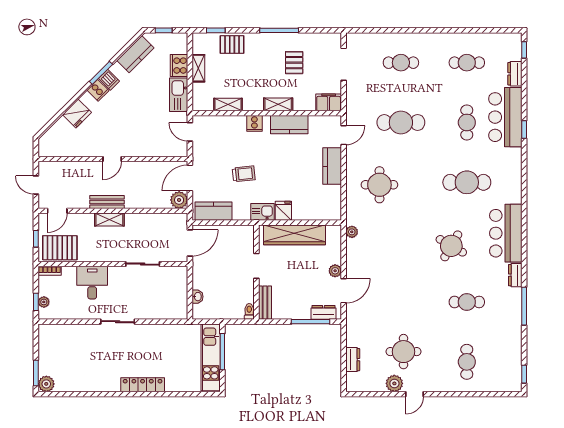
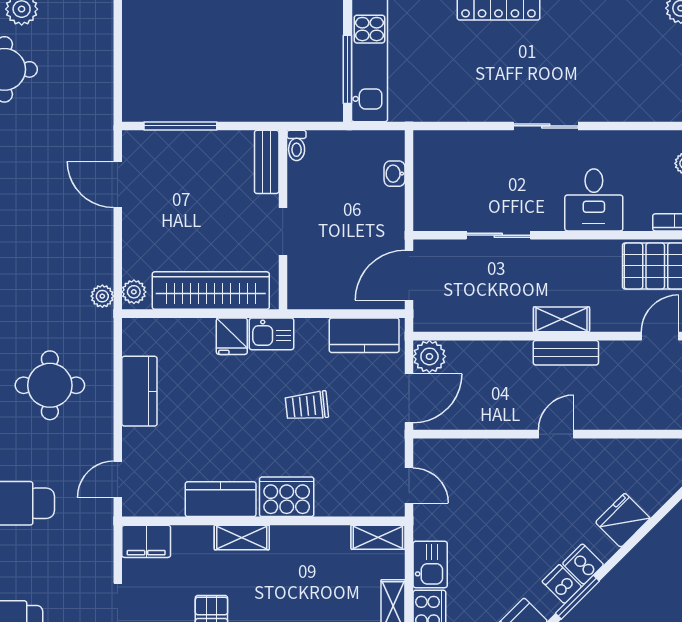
kitchen sink: (179, 95) -> (430, 565), width x0.73
shelving: (228, 105) -> (378, 537), moved
cooker: (254, 123) -> (287, 497), width x1.87, depth x1.31
kitchen counter: (332, 166) -> (139, 391), moved
plant: (335, 271) -> (134, 292), moved
door: (344, 291) -> (118, 185), hinge flipped
dresser: (323, 312) -> (156, 143), removed
dresser: (353, 360) -> (101, 54), removed

